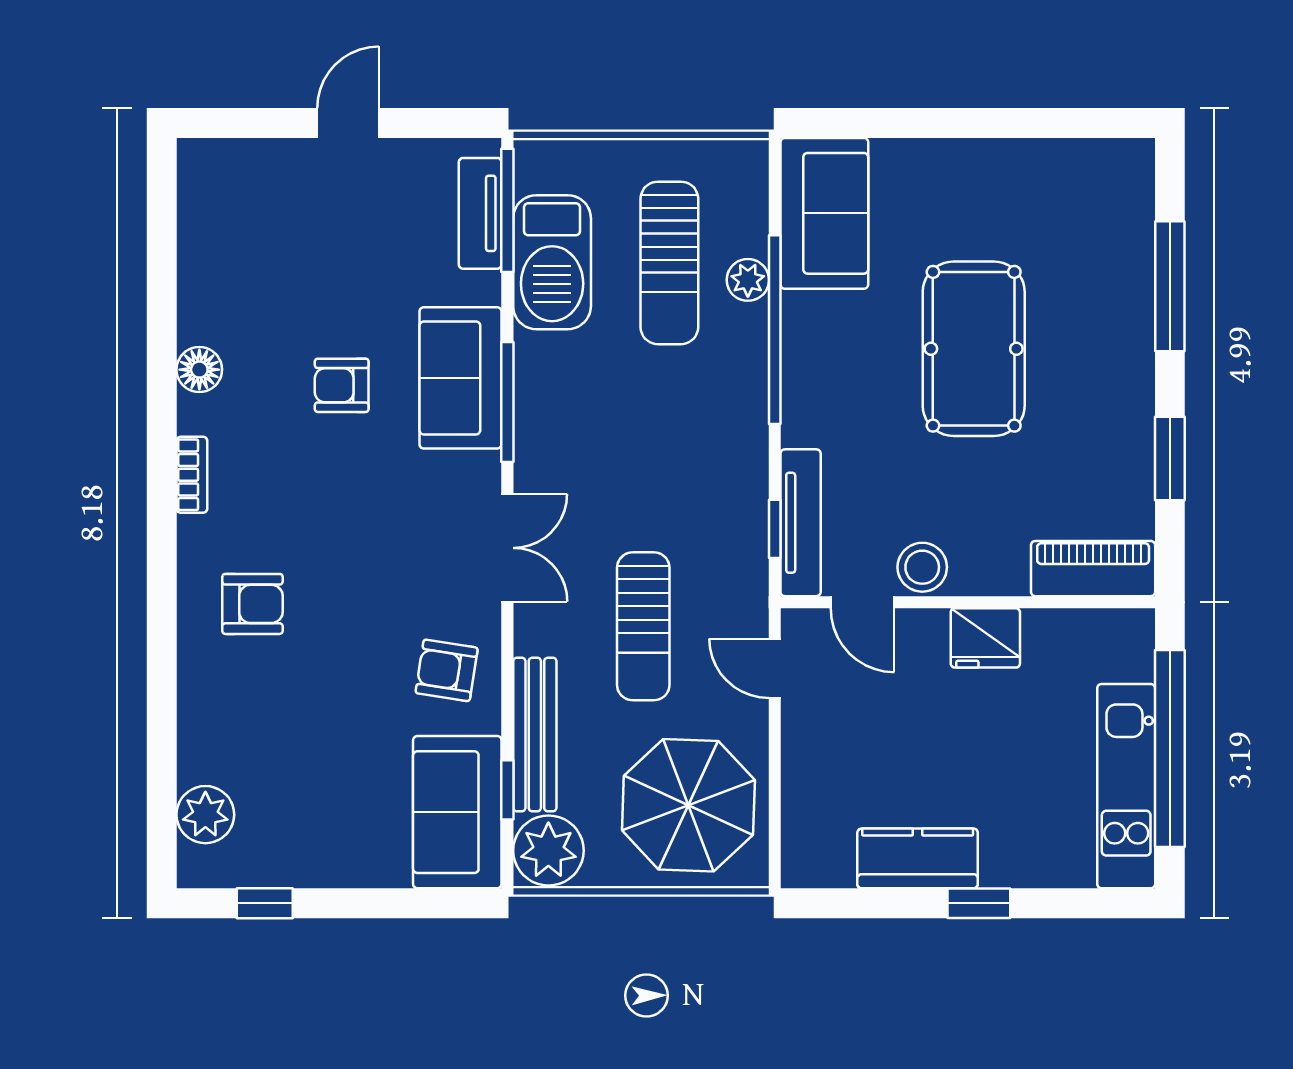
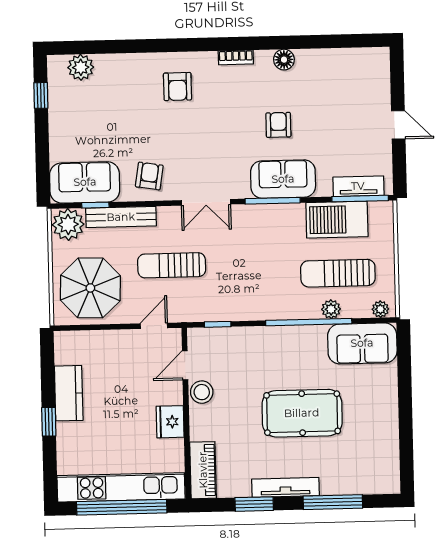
plant: (750, 172) -> (380, 309), added
tv unit: (801, 523) -> (285, 487), moved, turned 180
kitchen unit: (1126, 786) -> (121, 487), width x1.36

